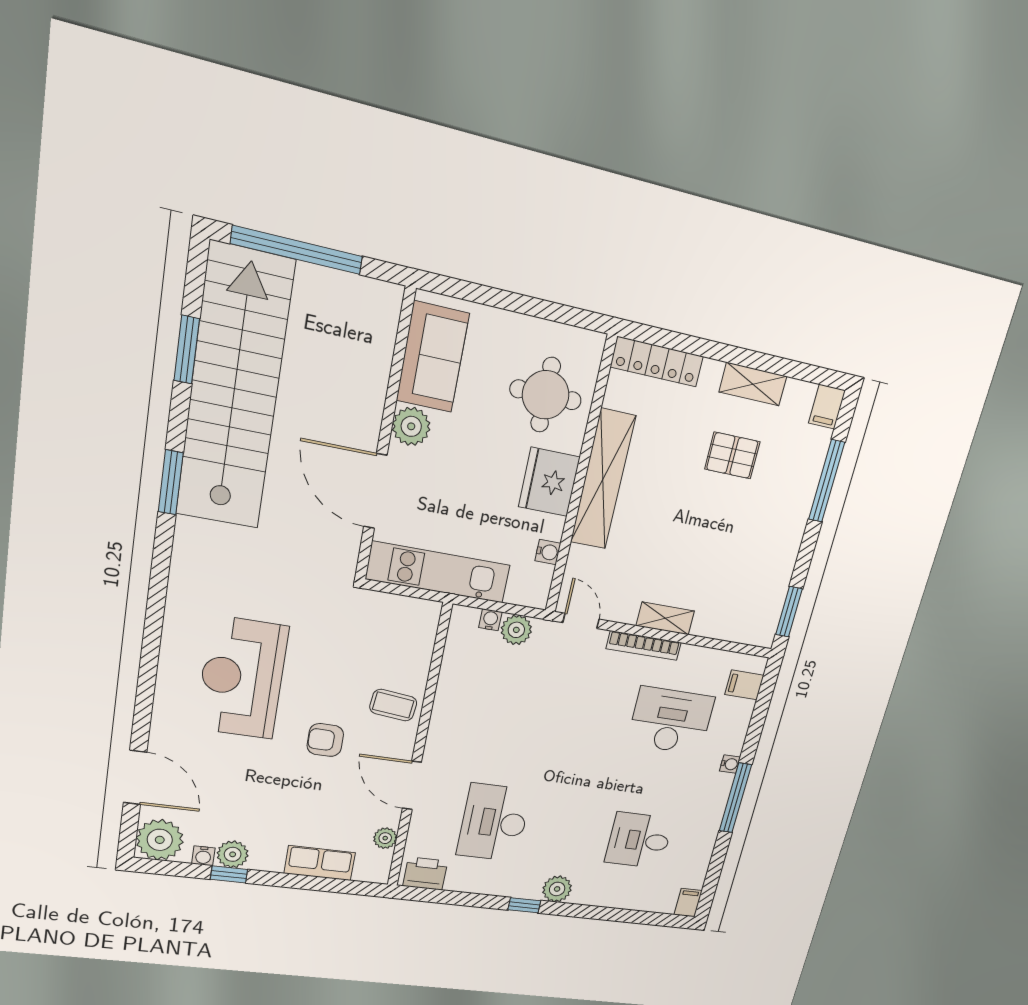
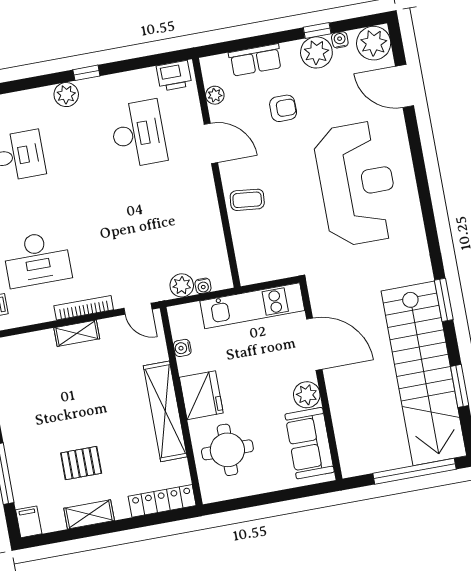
reception desk: (242, 678) -> (357, 184), width x1.36, depth x1.30
armchair: (325, 740) -> (283, 108), moved
plant: (233, 854) -> (316, 52), width x1.36, depth x1.36

